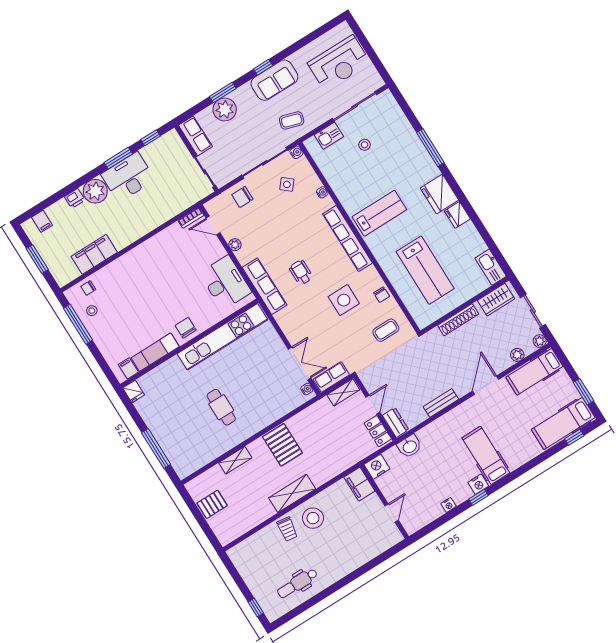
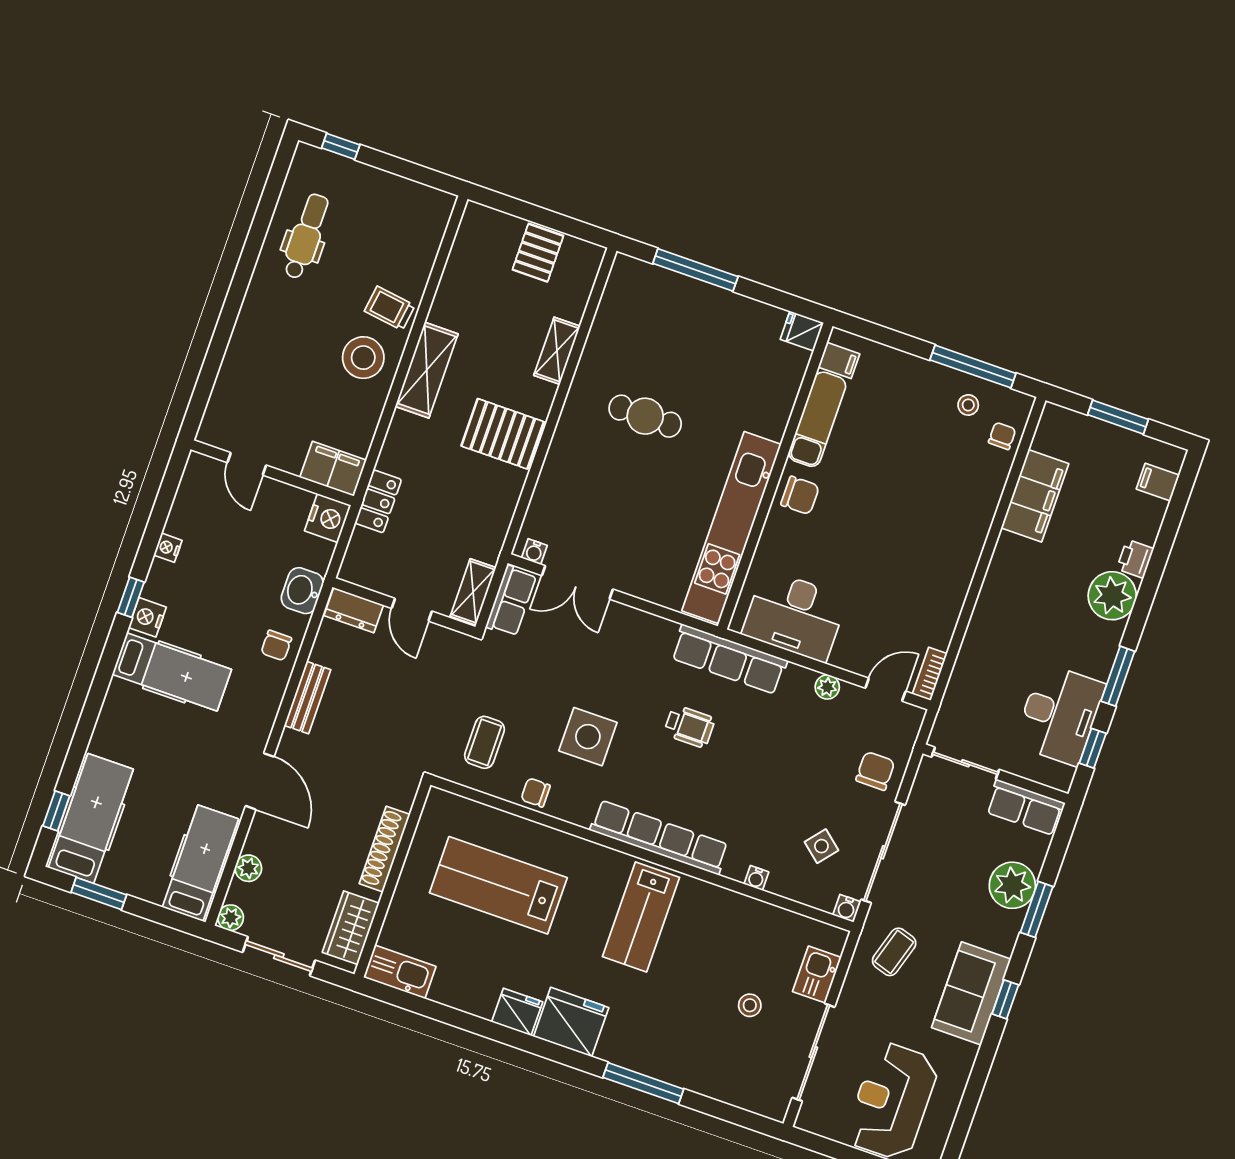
desk: (128, 177) -> (1060, 714), moved
locker: (378, 431) -> (378, 501), moved, turned 90
chair: (437, 433) -> (276, 645), added

